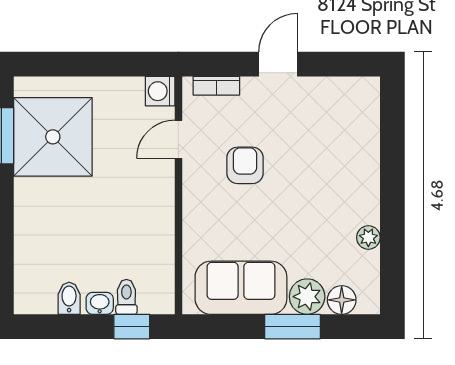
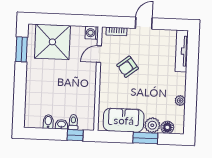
tv unit: (367, 124) -> (182, 51), added
shower: (53, 137) -> (52, 42), moved
armchair: (245, 165) -> (128, 67), turned -128

